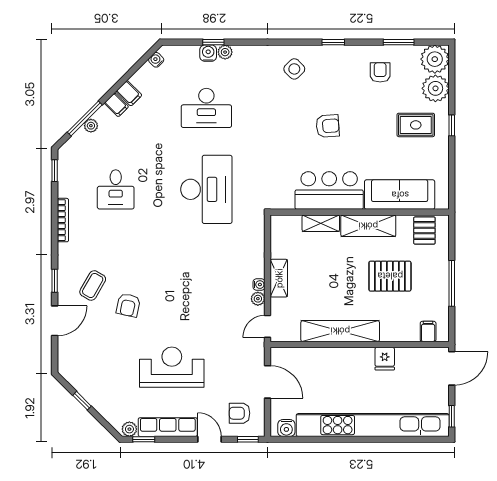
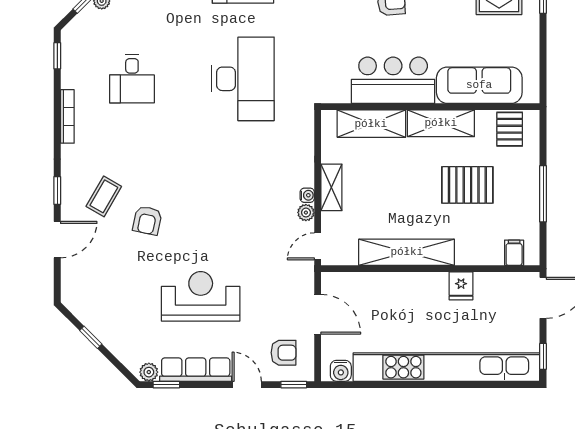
shelving: (321, 223) -> (371, 124), width x1.50, depth x1.33
armchair: (240, 413) -> (284, 353), turned 180

